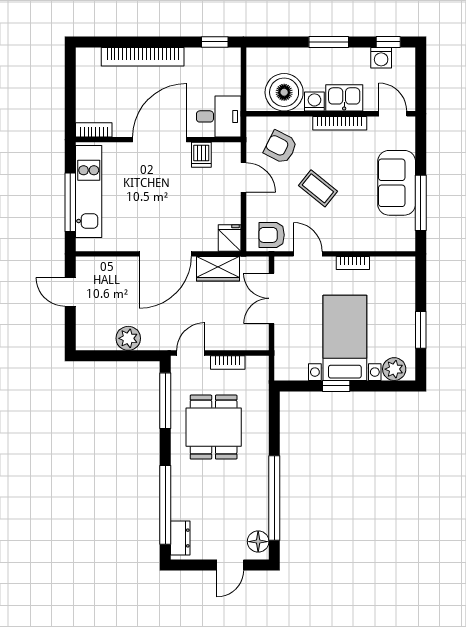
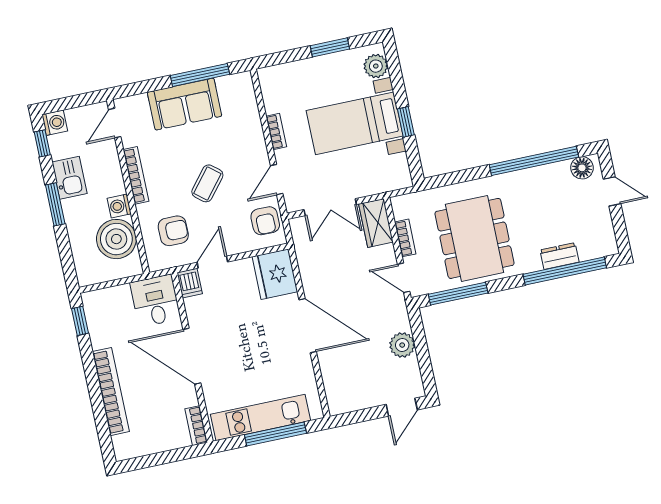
washing machine: (381, 58) -> (55, 123), moved
kitchen sink: (344, 98) -> (70, 178), moved, turned 180
armchair: (280, 147) -> (173, 231), turned -117
dishwasher: (201, 155) -> (190, 283), moved, turned 90
fridge: (230, 238) -> (275, 274), width x1.88, depth x1.34
wardrobe: (218, 269) -> (376, 223), moved, turned 180
door: (70, 292) -> (402, 407), moved
dining table: (214, 427) -> (474, 238), width x1.38
dresser: (180, 538) -> (559, 256), moved

